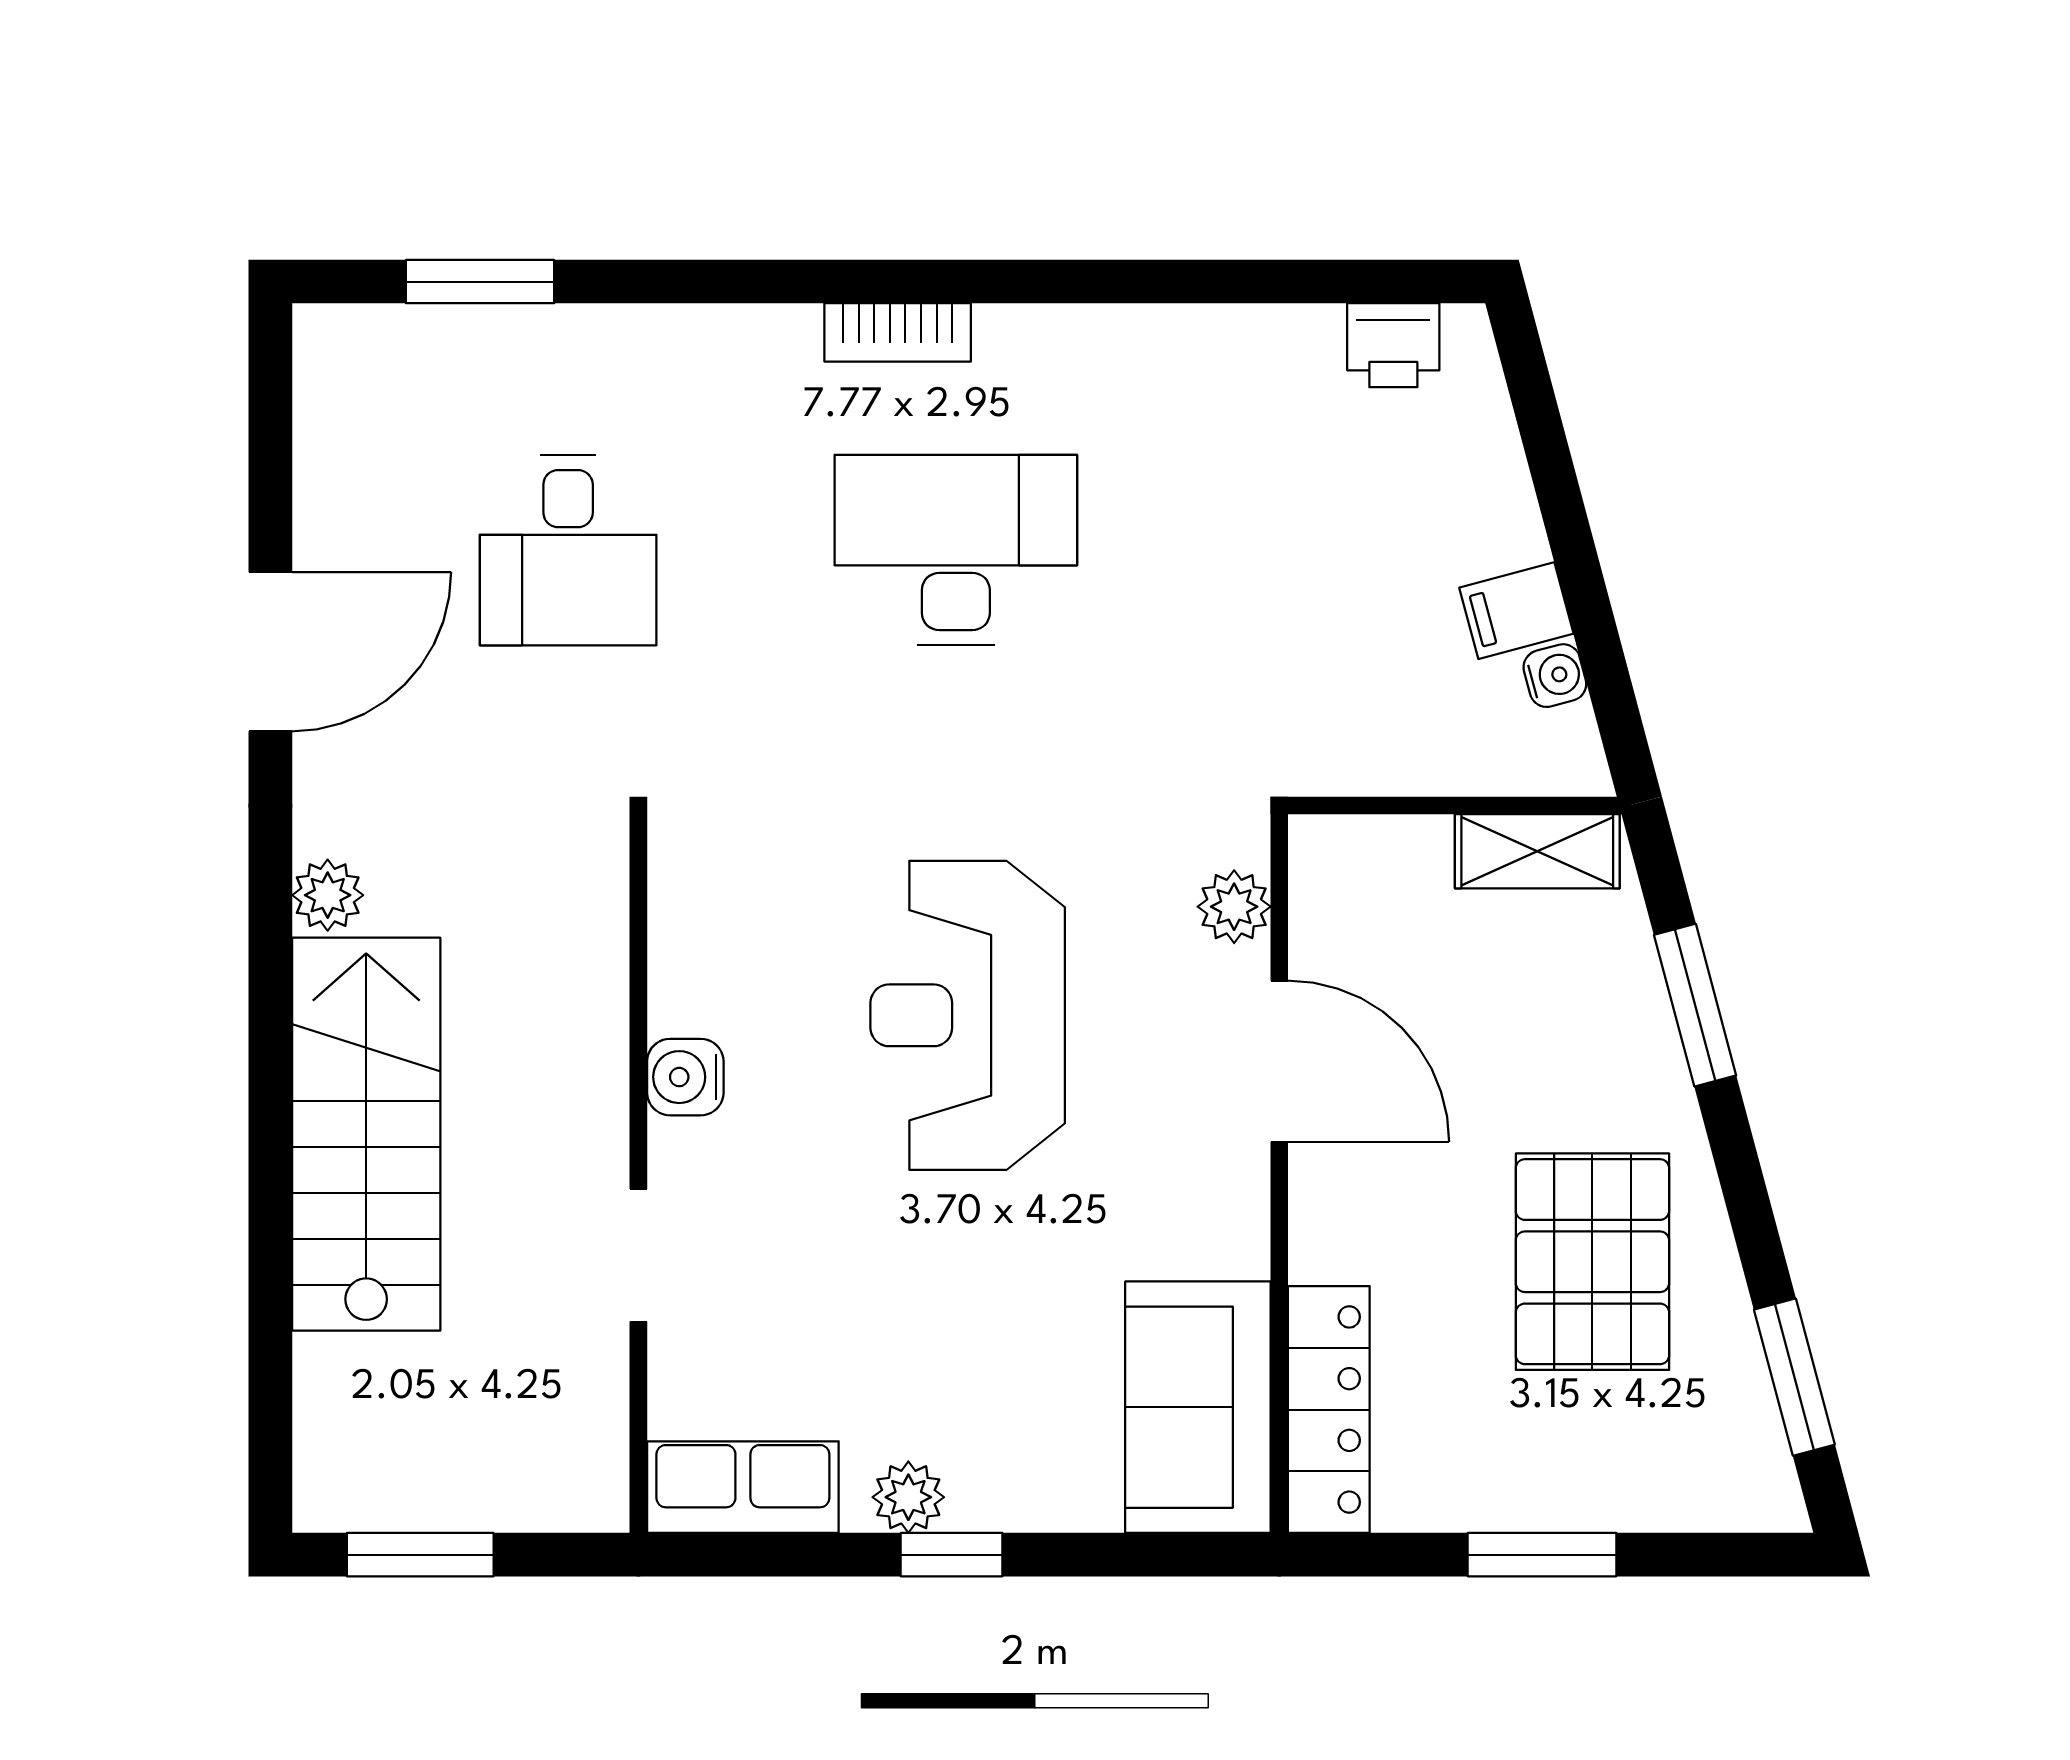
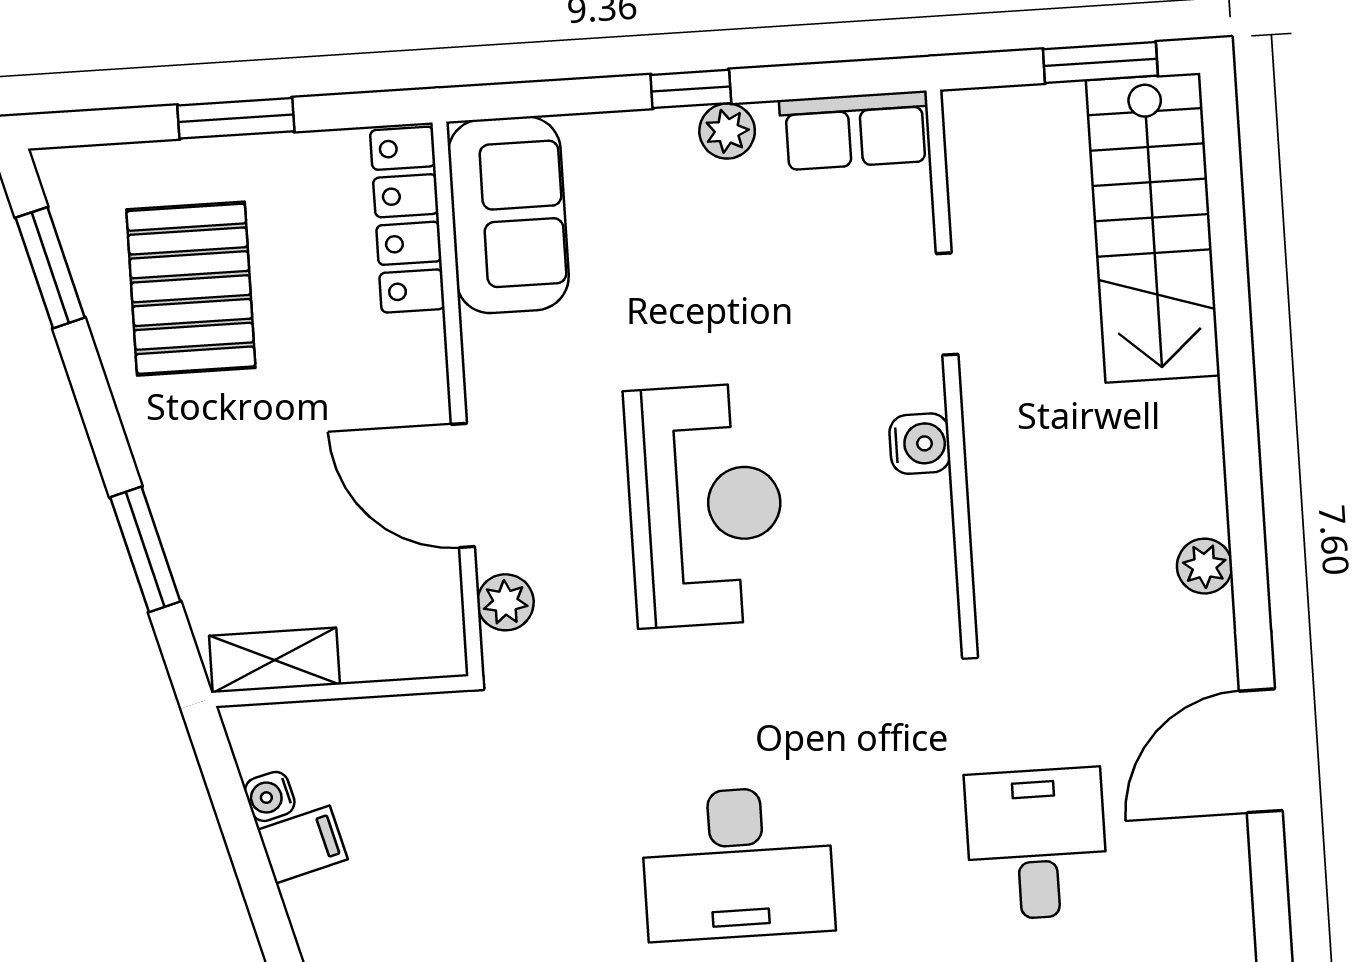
stairs: (366, 1134) -> (1153, 228), moved
pallet: (1592, 1262) -> (191, 289), moved

